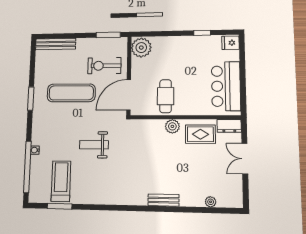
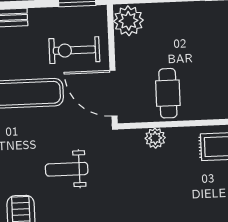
door: (129, 95) -> (113, 93), hinge flipped
plant: (172, 126) -> (155, 138), moved

